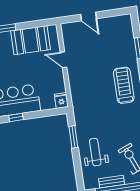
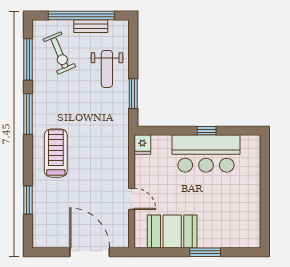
door: (89, 16) -> (90, 252), width x1.87
treadmill: (124, 85) -> (56, 153), turned 180

